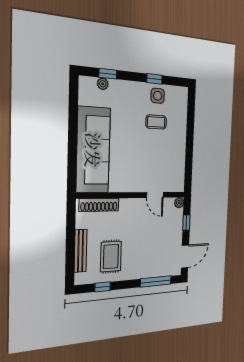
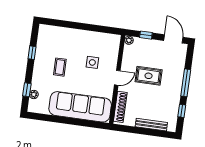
side table: (158, 96) -> (92, 62), moved
coffee table: (156, 122) -> (60, 67), moved
door: (155, 195) -> (117, 78), moved
rug: (111, 257) -> (149, 76), moved
window: (156, 281) -> (186, 83), moved

